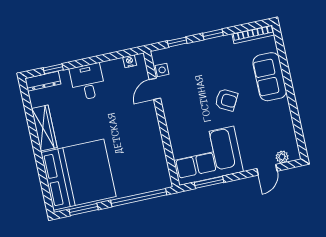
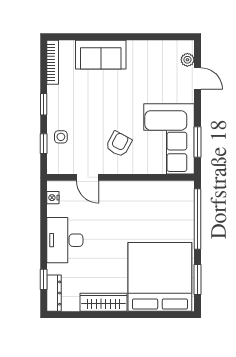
side table: (162, 70) -> (61, 137), moved
desk: (88, 82) -> (65, 240), width x1.37
armchair: (226, 100) -> (119, 144), moved

